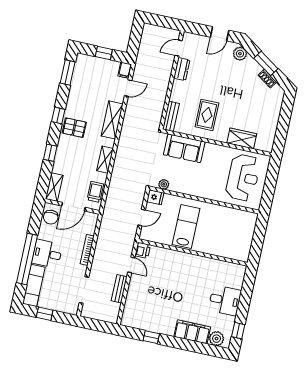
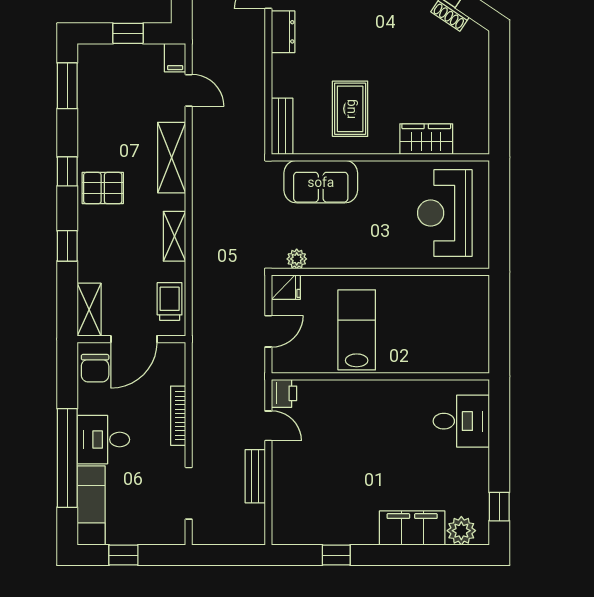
door: (128, 88) -> (189, 90), hinge flipped
reception desk: (243, 178) -> (445, 213), turned 180
desk: (225, 300) -> (461, 421), moved

